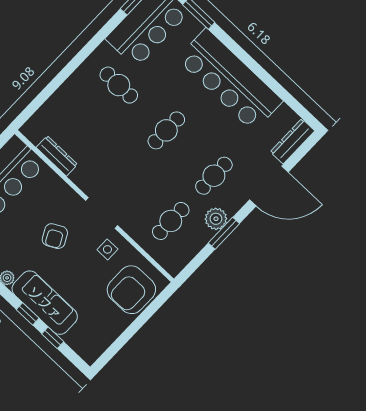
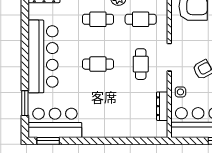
cafe table: (119, 85) -> (141, 64), moved
side table: (107, 249) -> (180, 92), moved

